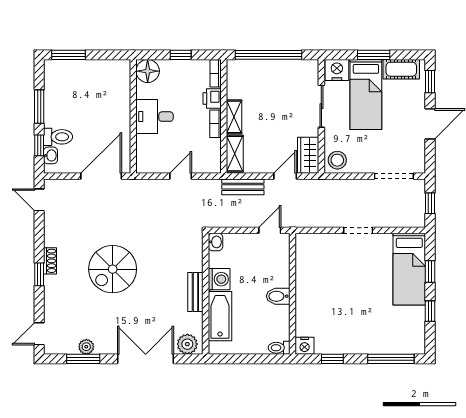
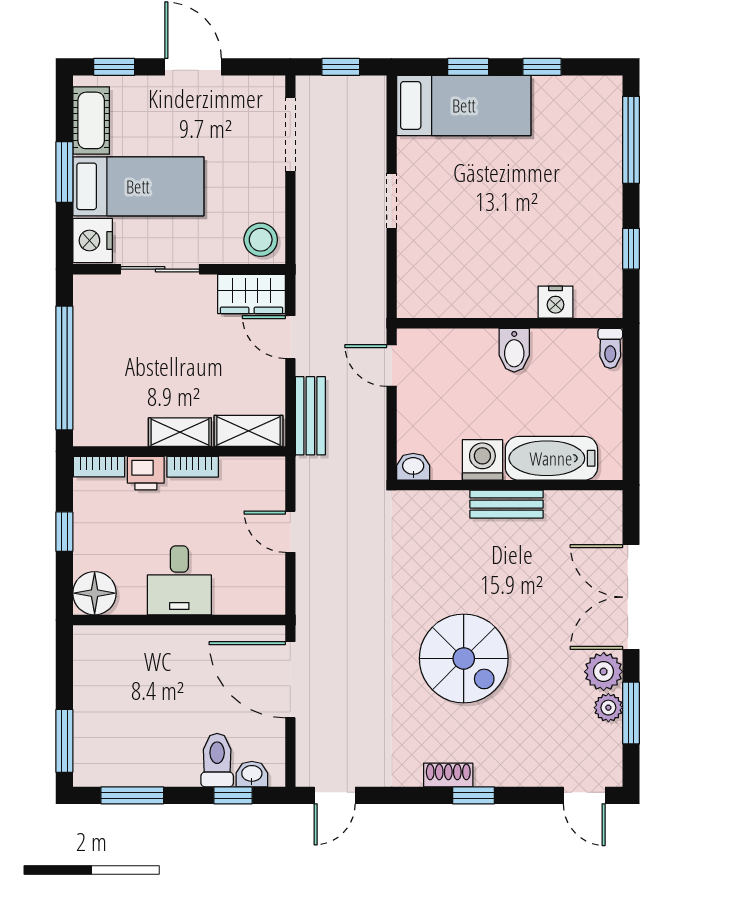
window: (39, 107) -> (132, 795), moved
plant: (187, 344) -> (604, 672), moved
nightstand: (305, 346) -> (556, 302), moved, turned 90

